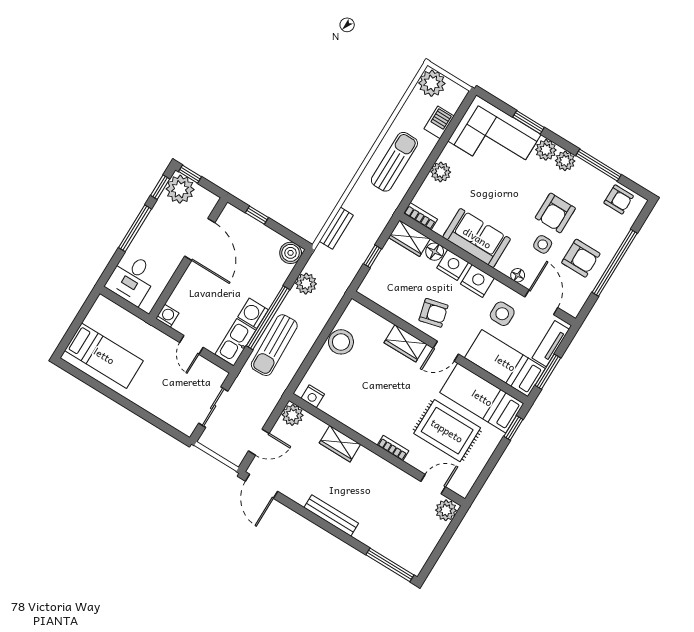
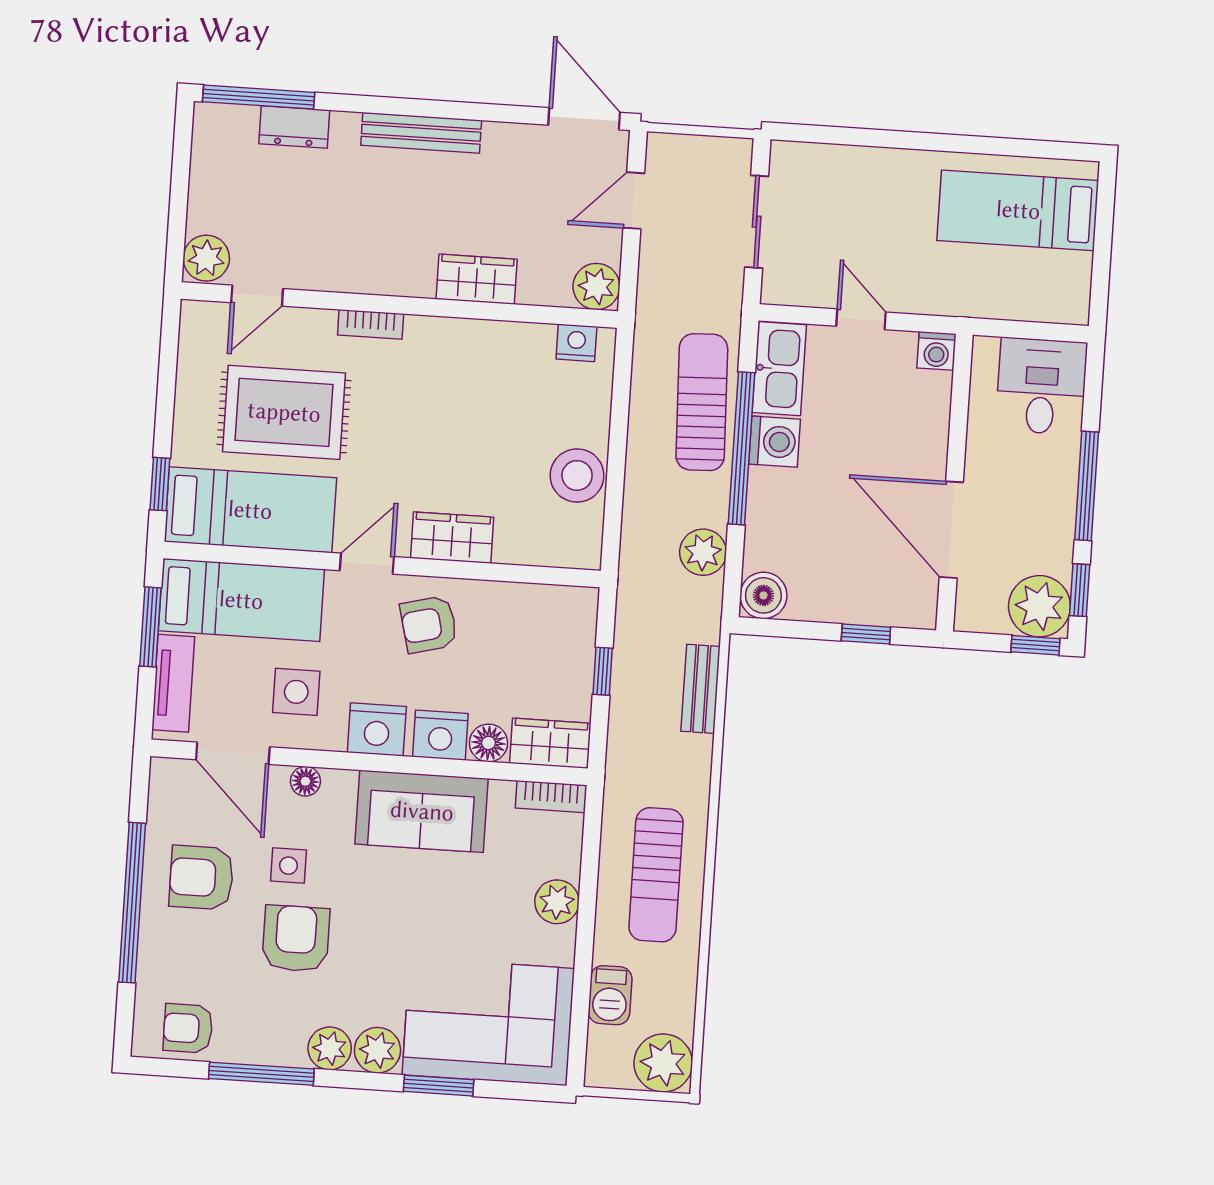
dresser: (382, 545) -> (294, 127), added

